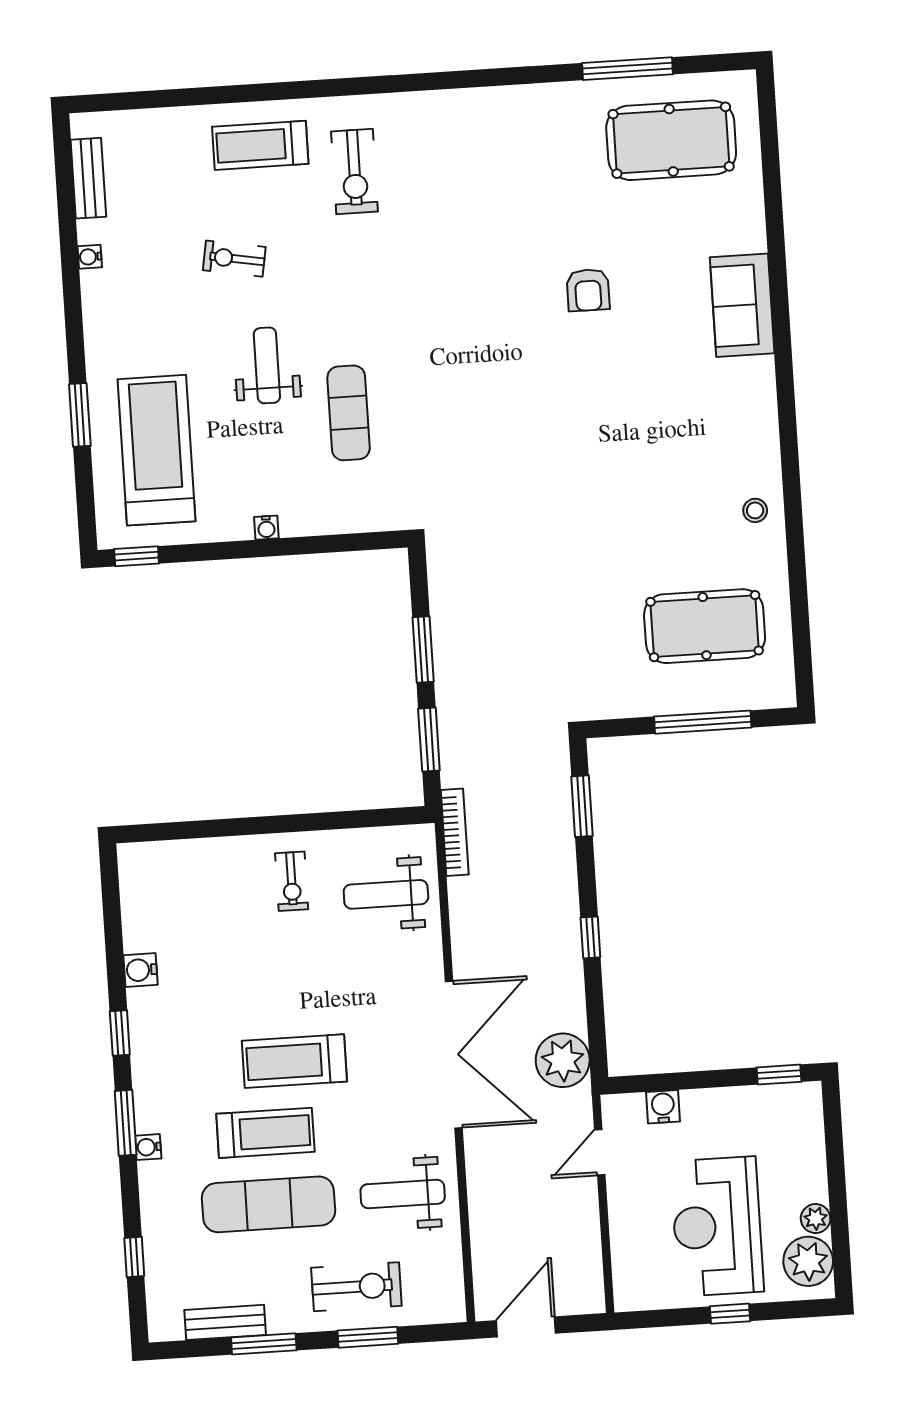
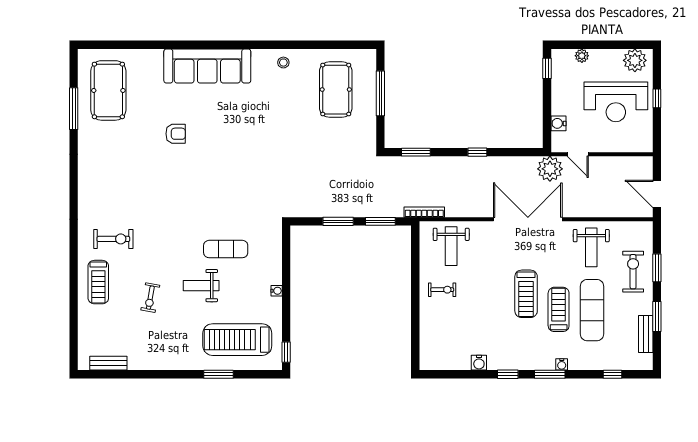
water cooler: (90, 257) -> (145, 365), removed
sofa: (742, 305) -> (207, 66), width x1.85, depth x1.27
plant: (563, 1060) -> (550, 169), moved
plant: (816, 1219) -> (582, 56), moved

